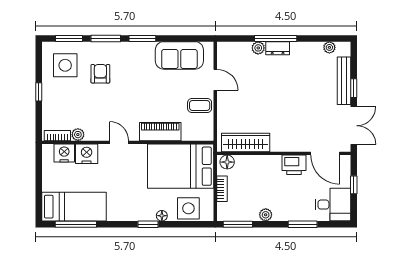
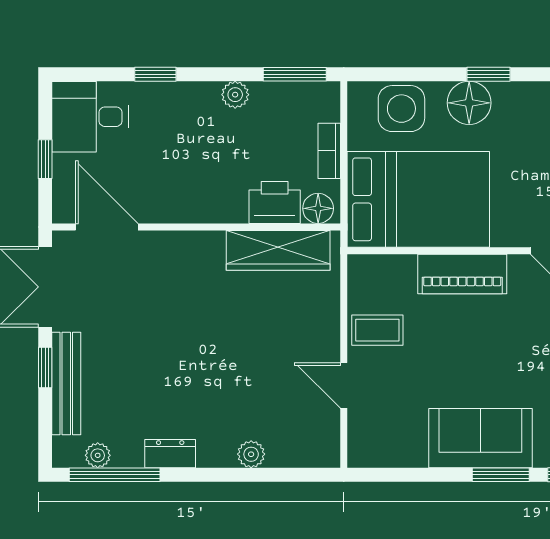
window: (276, 38) -> (115, 475), moved
dresser: (278, 48) -> (170, 454), moved
sofa: (179, 55) -> (480, 438), moved
printer: (294, 165) -> (275, 202), moved
floor lamp: (162, 216) -> (469, 103), width x1.89, depth x1.89
window: (303, 224) -> (155, 74), width x0.67

